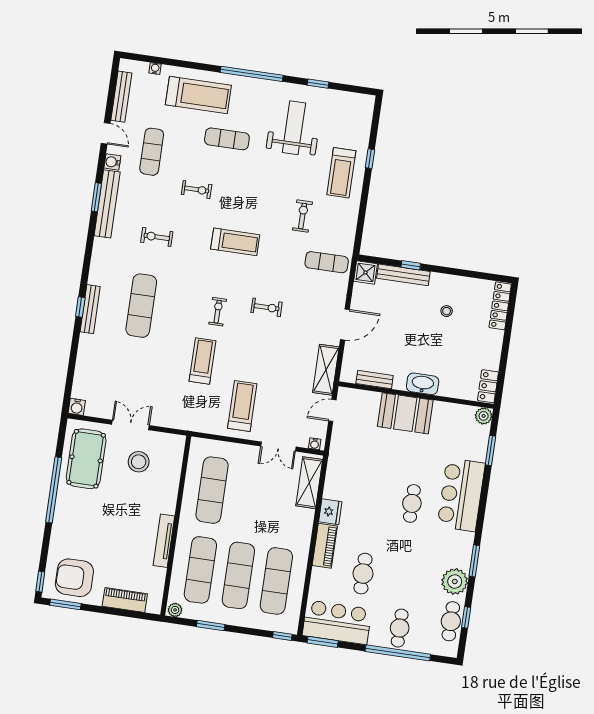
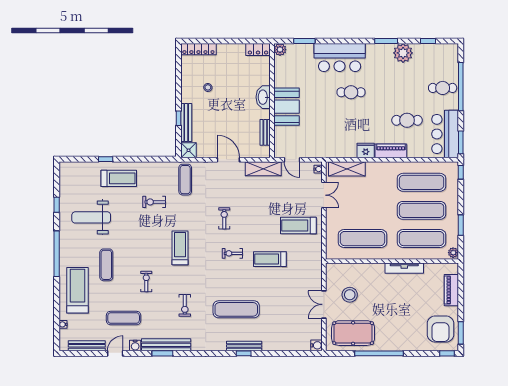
cafe table: (451, 621) -> (432, 52), removed

